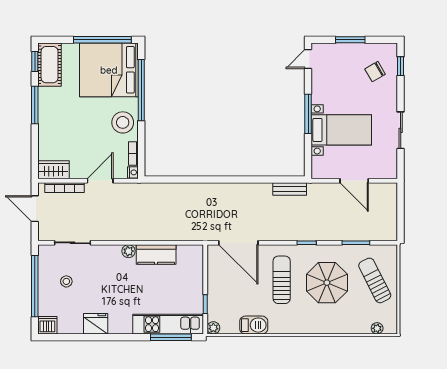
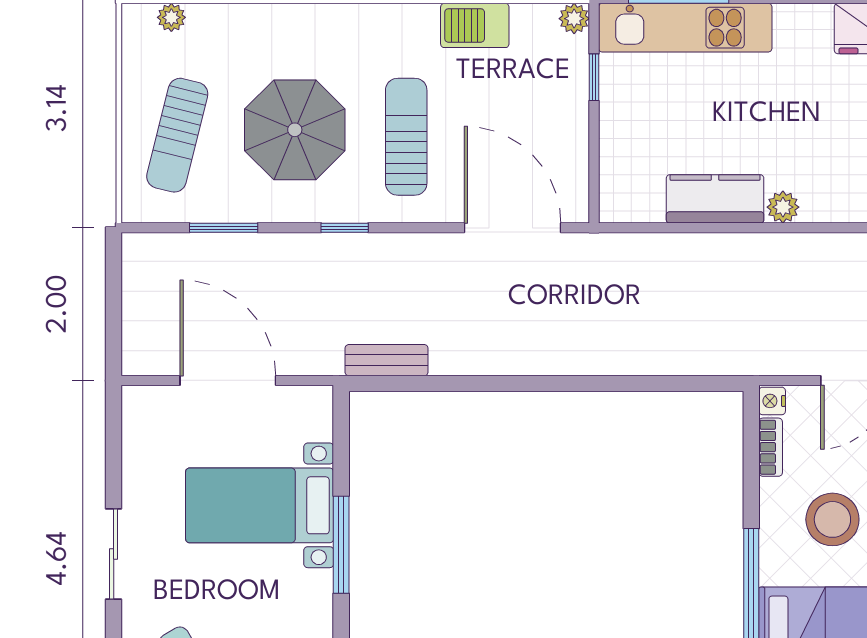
stool: (123, 122) -> (832, 519), moved
sliding door: (401, 130) -> (114, 554), moved
door: (354, 181) -> (228, 381), width x1.36
sun lounger: (282, 280) -> (406, 137), turned 180
sun lounger: (375, 280) -> (177, 135), turned 41

